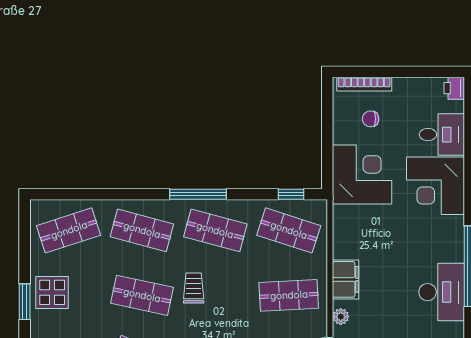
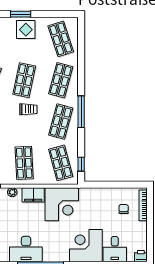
corner desk: (362, 174) -> (62, 204), moved
shop shelf: (289, 230) -> (61, 163), turned -33

